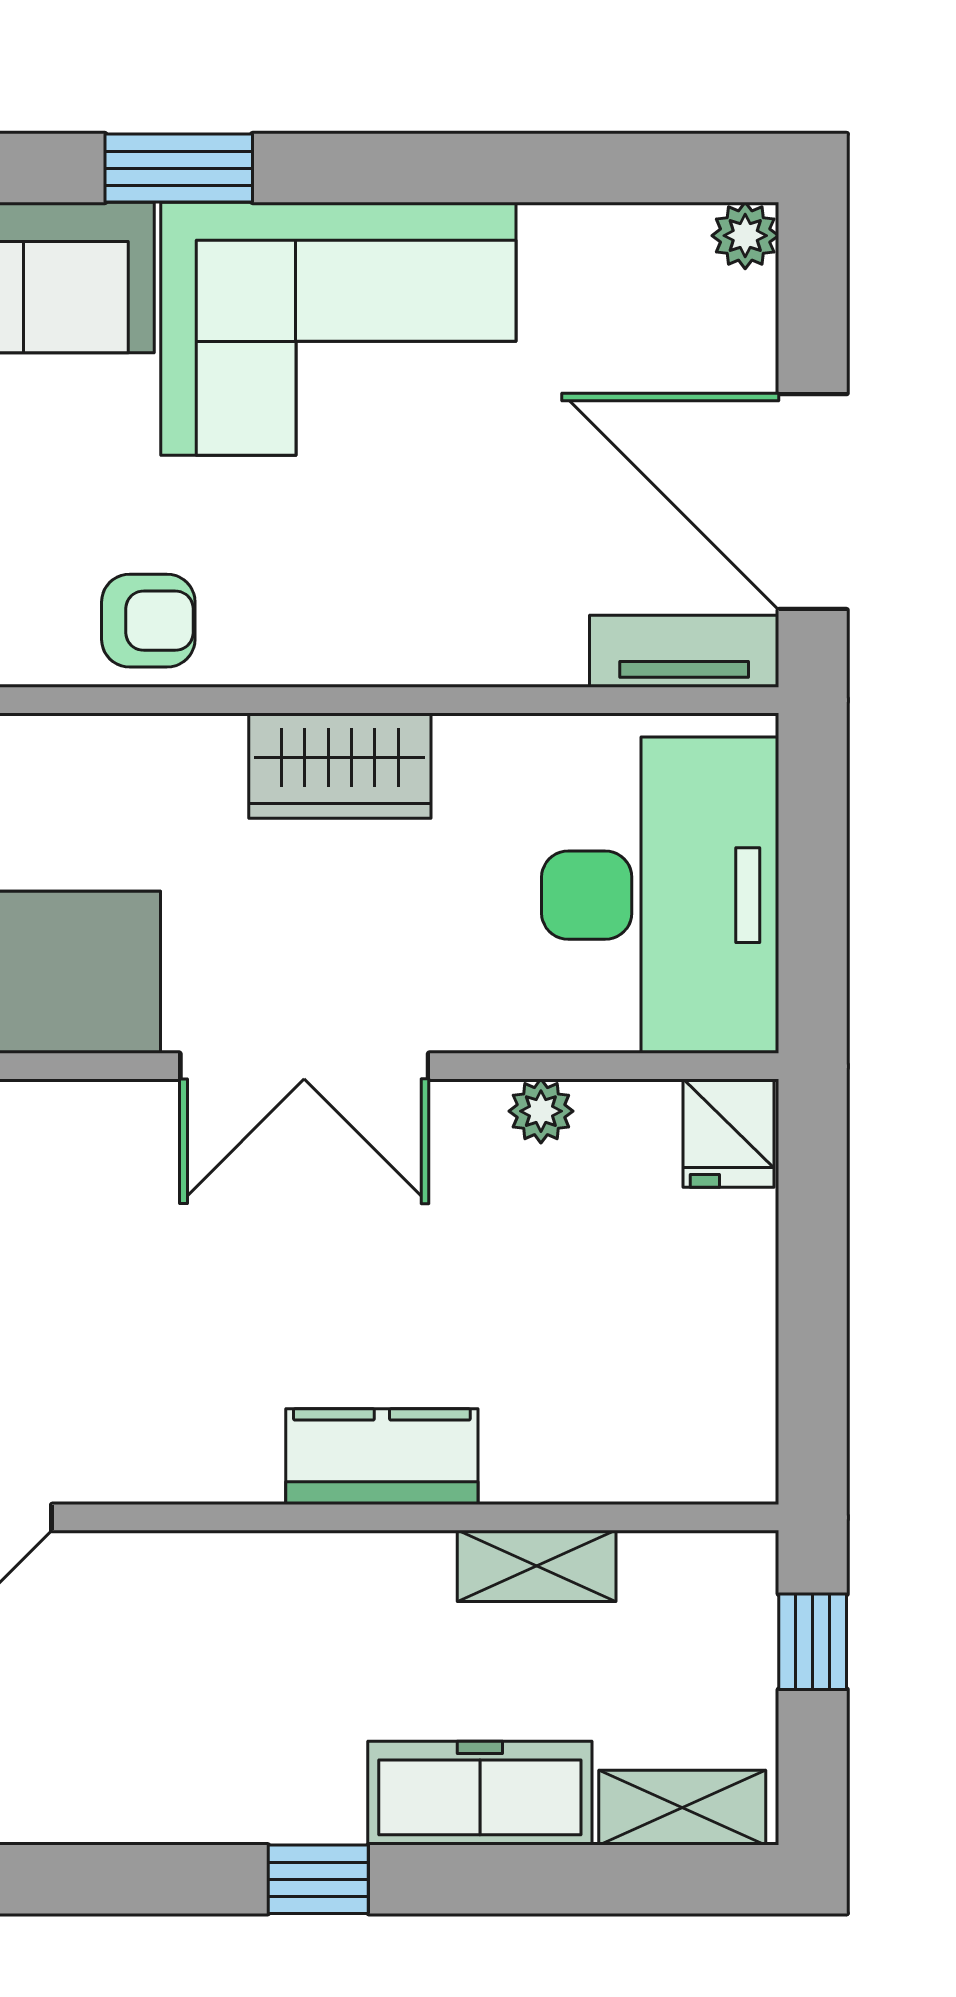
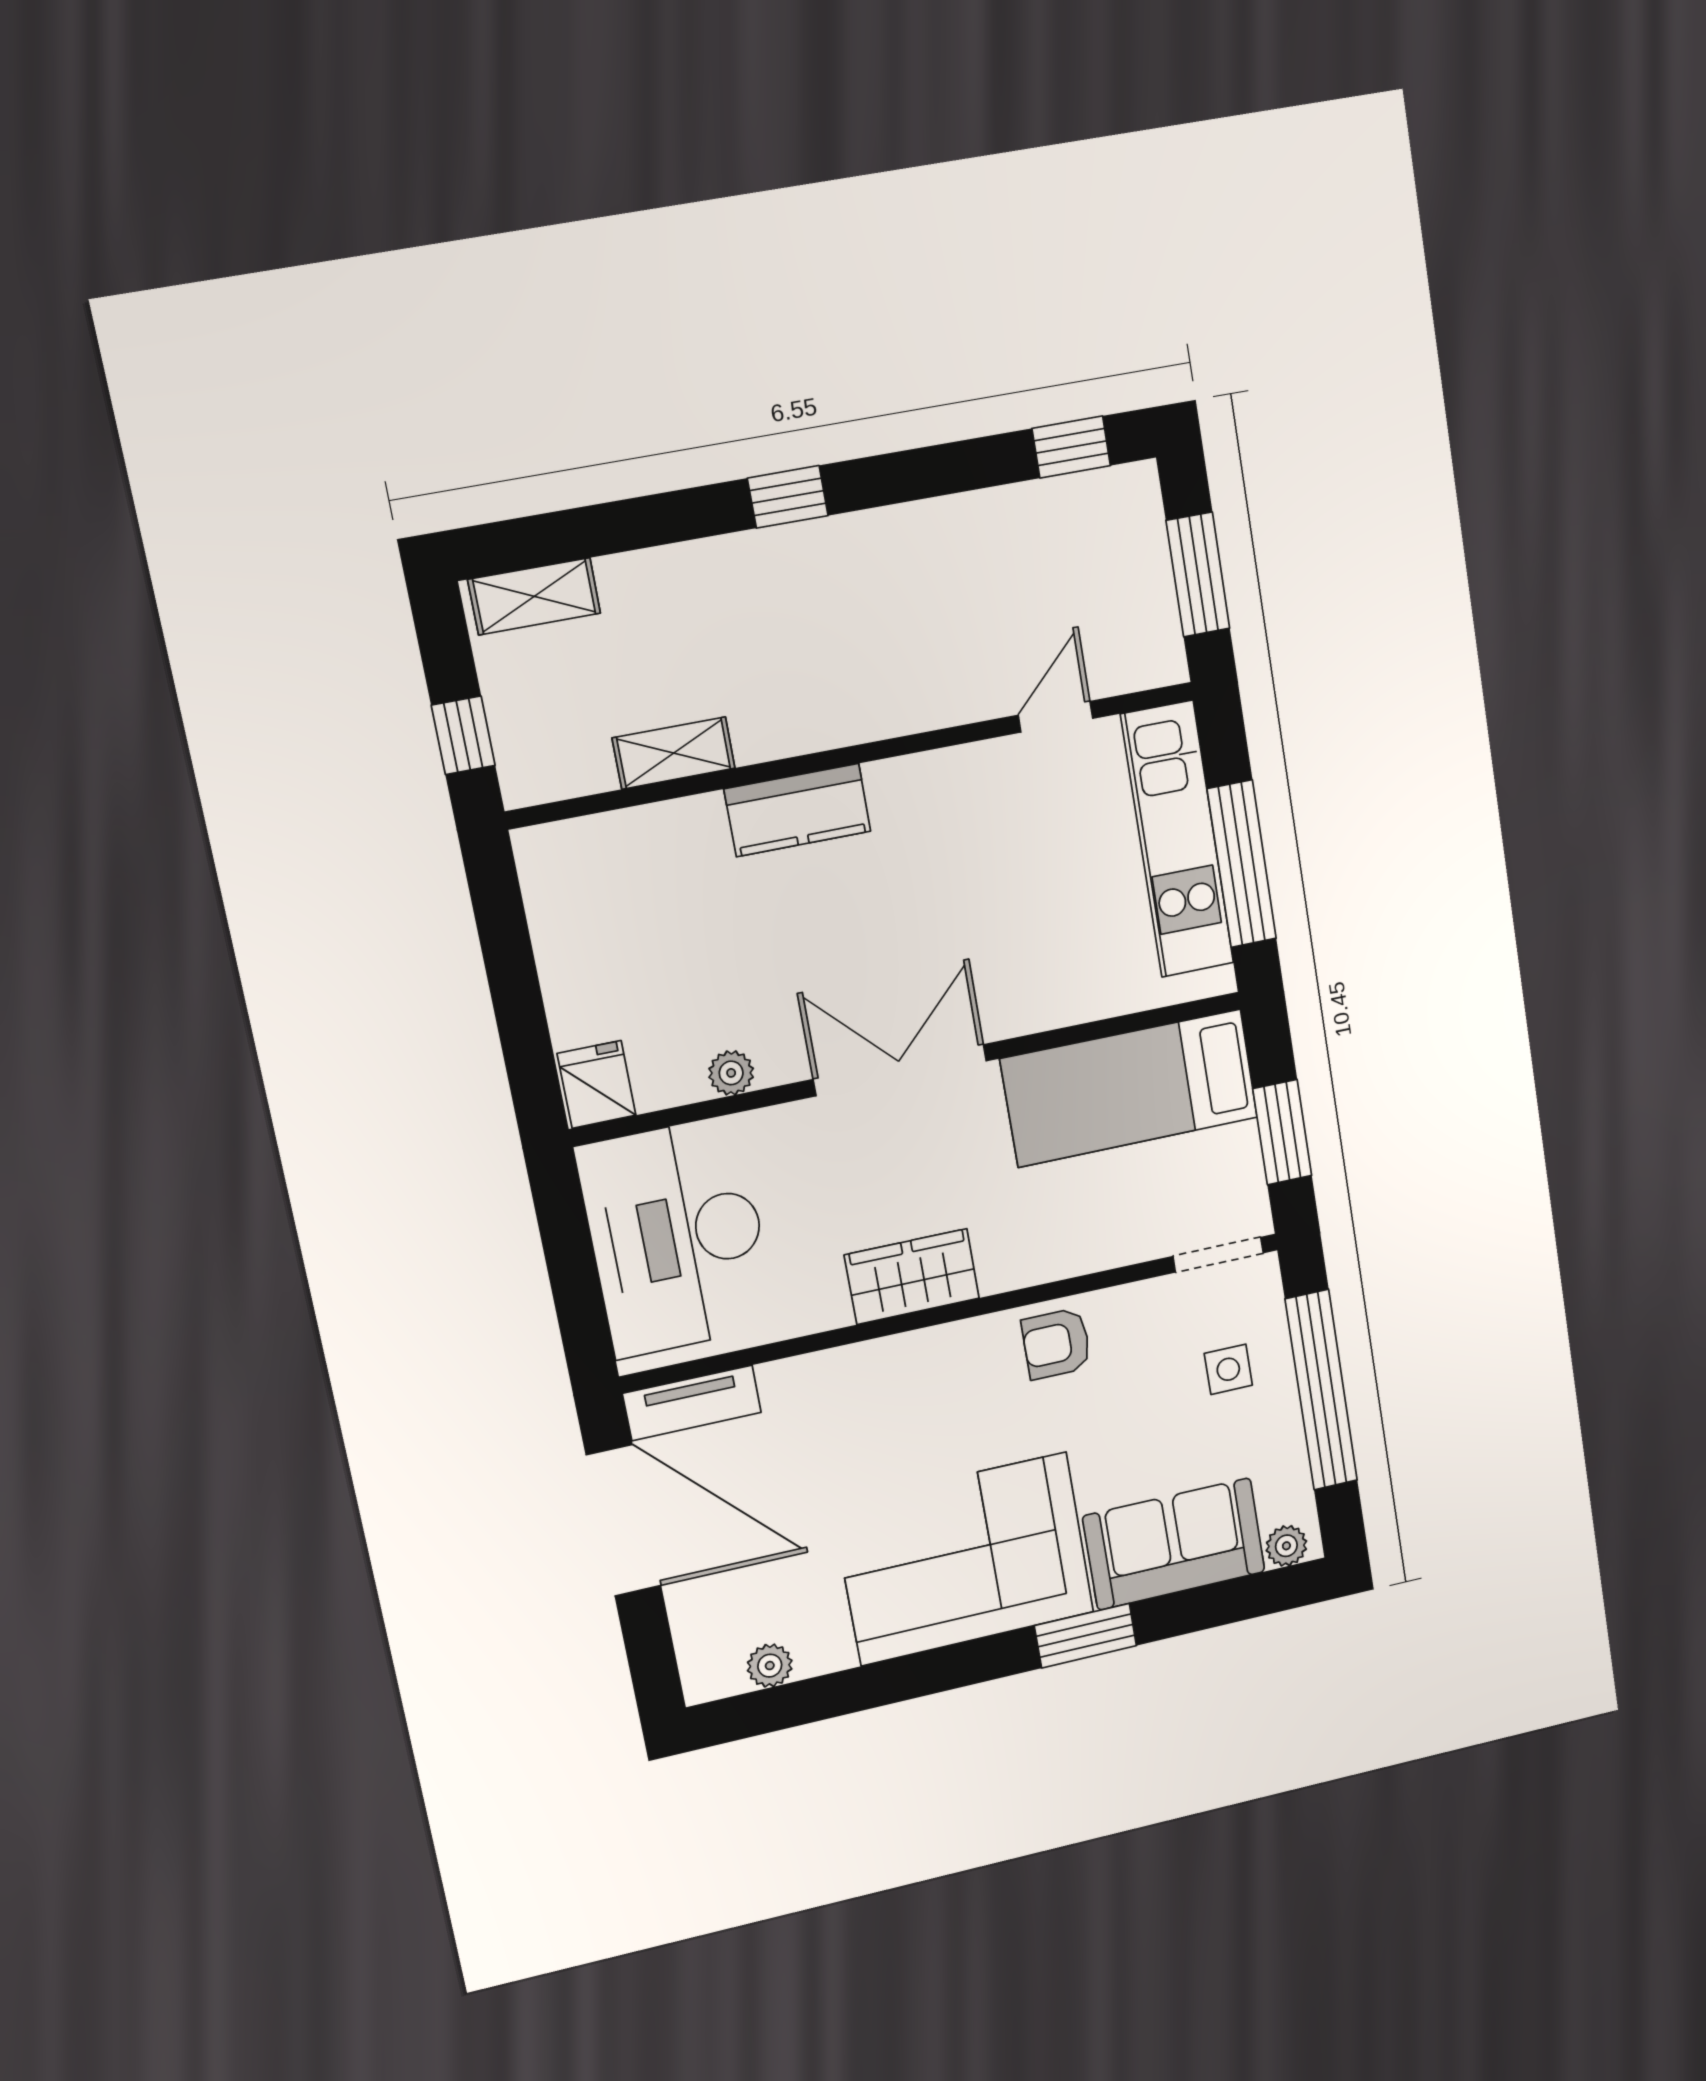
plant: (745, 236) -> (770, 1666), moved
freezer: (480, 1793) -> (683, 581), removed

